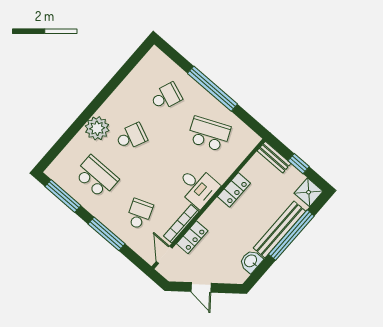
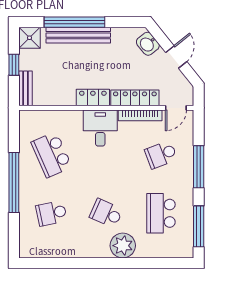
school desk: (166, 97) -> (51, 213), turned -33
locker: (234, 190) -> (93, 97), moved
locker: (192, 237) -> (135, 98), width x1.53
washbasin: (251, 261) -> (148, 44), moved, turned 51

